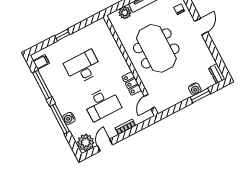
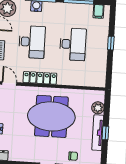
locker: (132, 84) -> (40, 78), width x1.53
desk: (102, 104) -> (32, 42), turned 180

